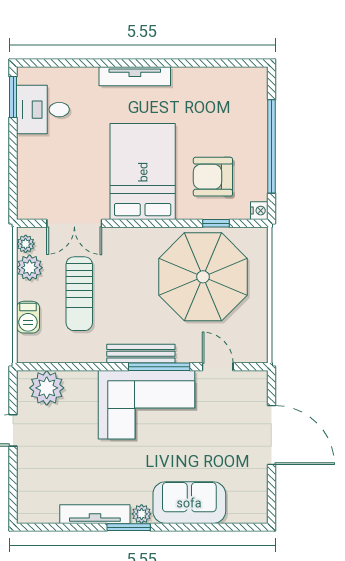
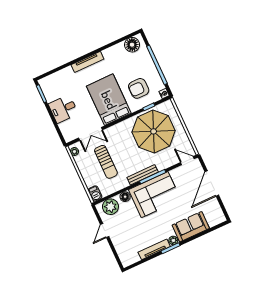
floor lamp: (240, 83) -> (132, 45), added
desk: (43, 110) -> (63, 109), moved
plant: (30, 268) -> (81, 161), removed
barbecue: (28, 317) -> (95, 194), moved
door: (218, 367) -> (187, 161), moved
floor lamp: (85, 381) -> (125, 197), added
door: (271, 435) -> (212, 183), swing flipped

